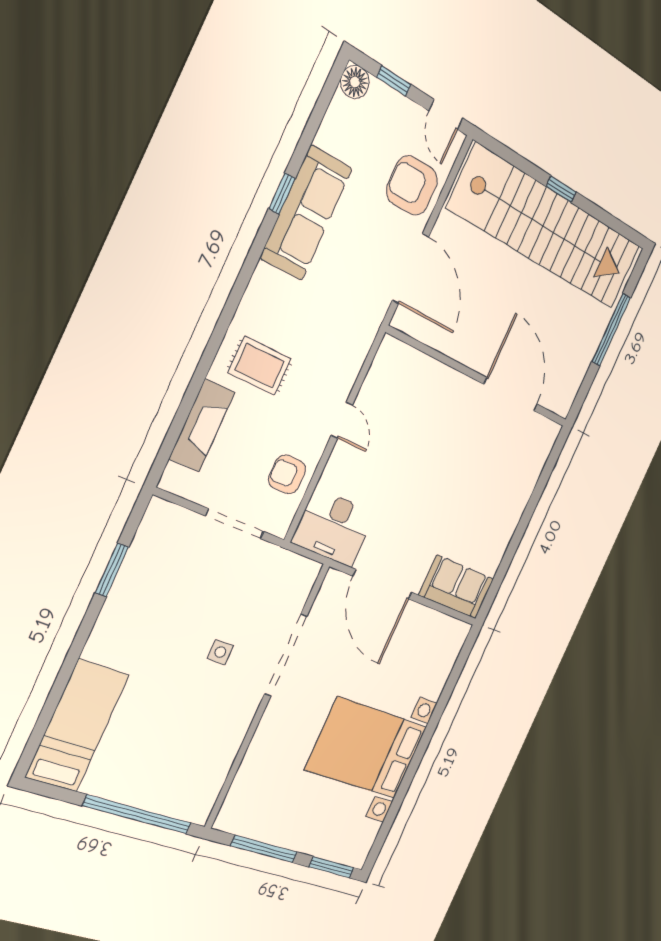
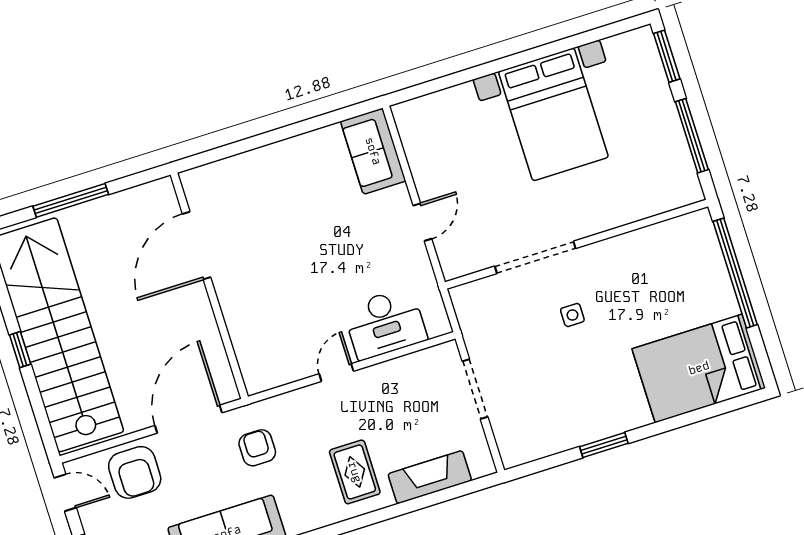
door: (446, 114) -> (65, 493), hinge flipped
armchair: (287, 474) -> (257, 448), moved, turned 180
desk: (334, 528) -> (385, 323), moved, turned 90
window: (112, 570) -> (604, 445), moved
door: (383, 584) -> (422, 222), width x0.53
bed: (77, 726) -> (699, 368), width x1.50

